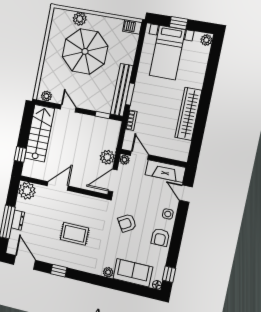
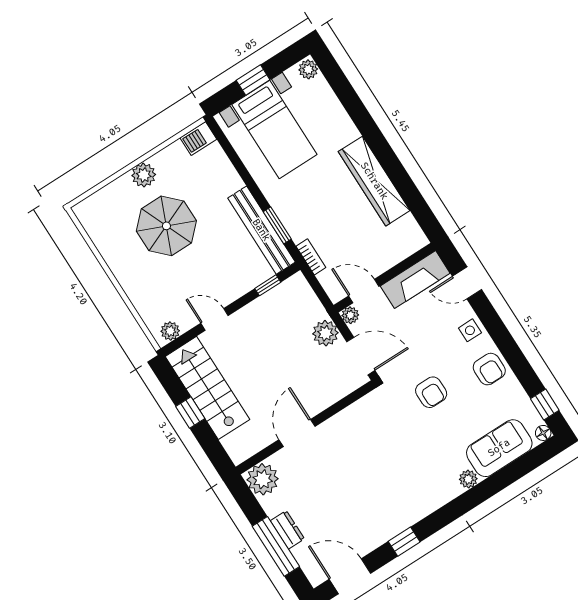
plant: (80, 19) -> (144, 175), moved
parasol: (85, 51) -> (166, 226), width x0.73, depth x0.73
window: (20, 154) -> (190, 413), moved
door: (113, 180) -> (361, 356), swing flipped
armchair: (127, 223) -> (431, 392), turned -59
rug: (75, 234) -> (378, 473), removed

